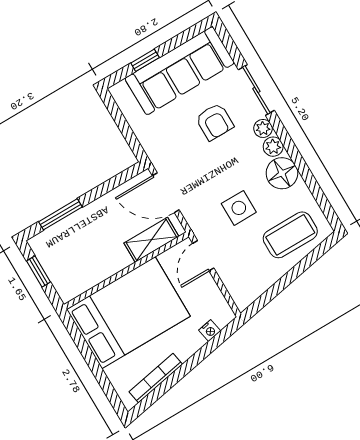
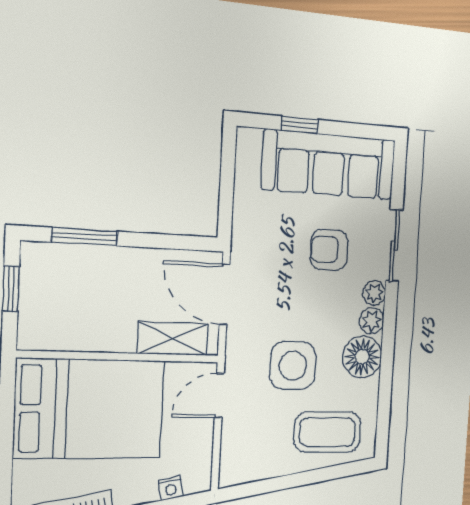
armchair: (215, 122) -> (329, 250), turned 90
side table: (239, 208) -> (293, 366), width x1.37, depth x1.37

